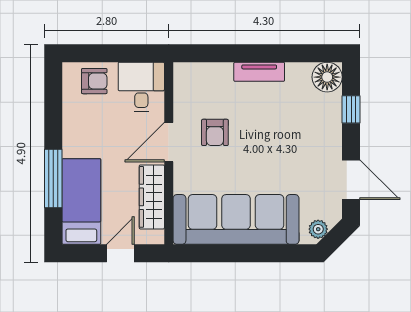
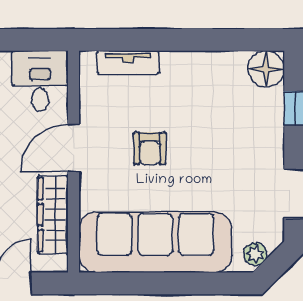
tv unit: (259, 72) -> (128, 62), moved
armchair: (215, 132) -> (150, 148), moved

